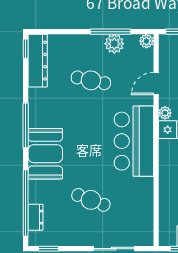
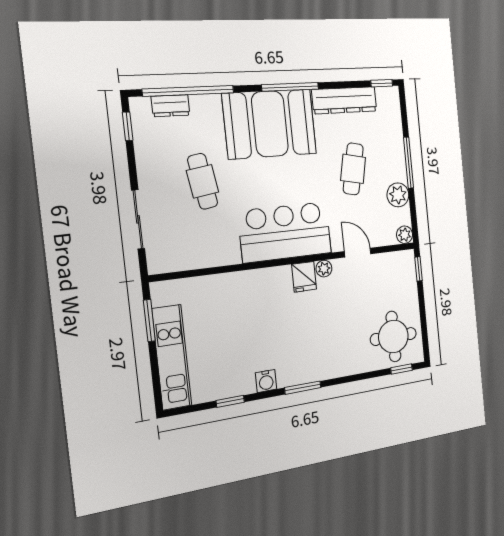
window: (111, 32) -> (408, 163), moved
dresser: (38, 61) -> (344, 100), moved
booth: (45, 154) -> (270, 124), width x1.36, depth x1.42
cafe table: (91, 200) -> (203, 181), turned -30

